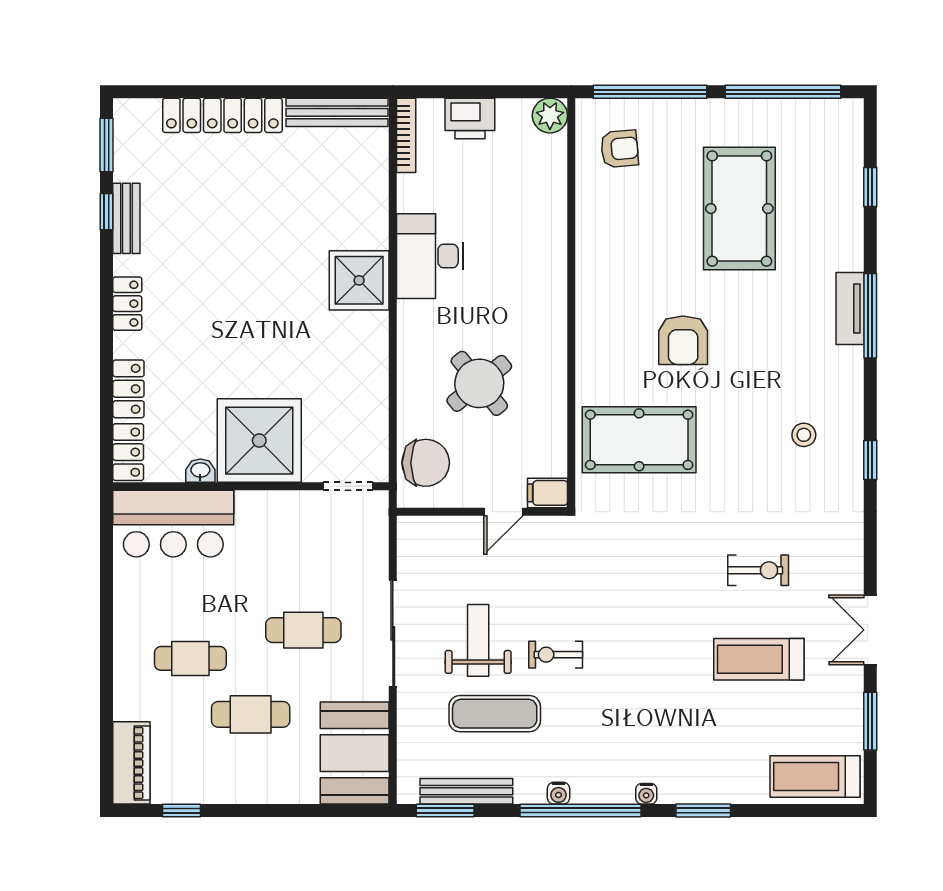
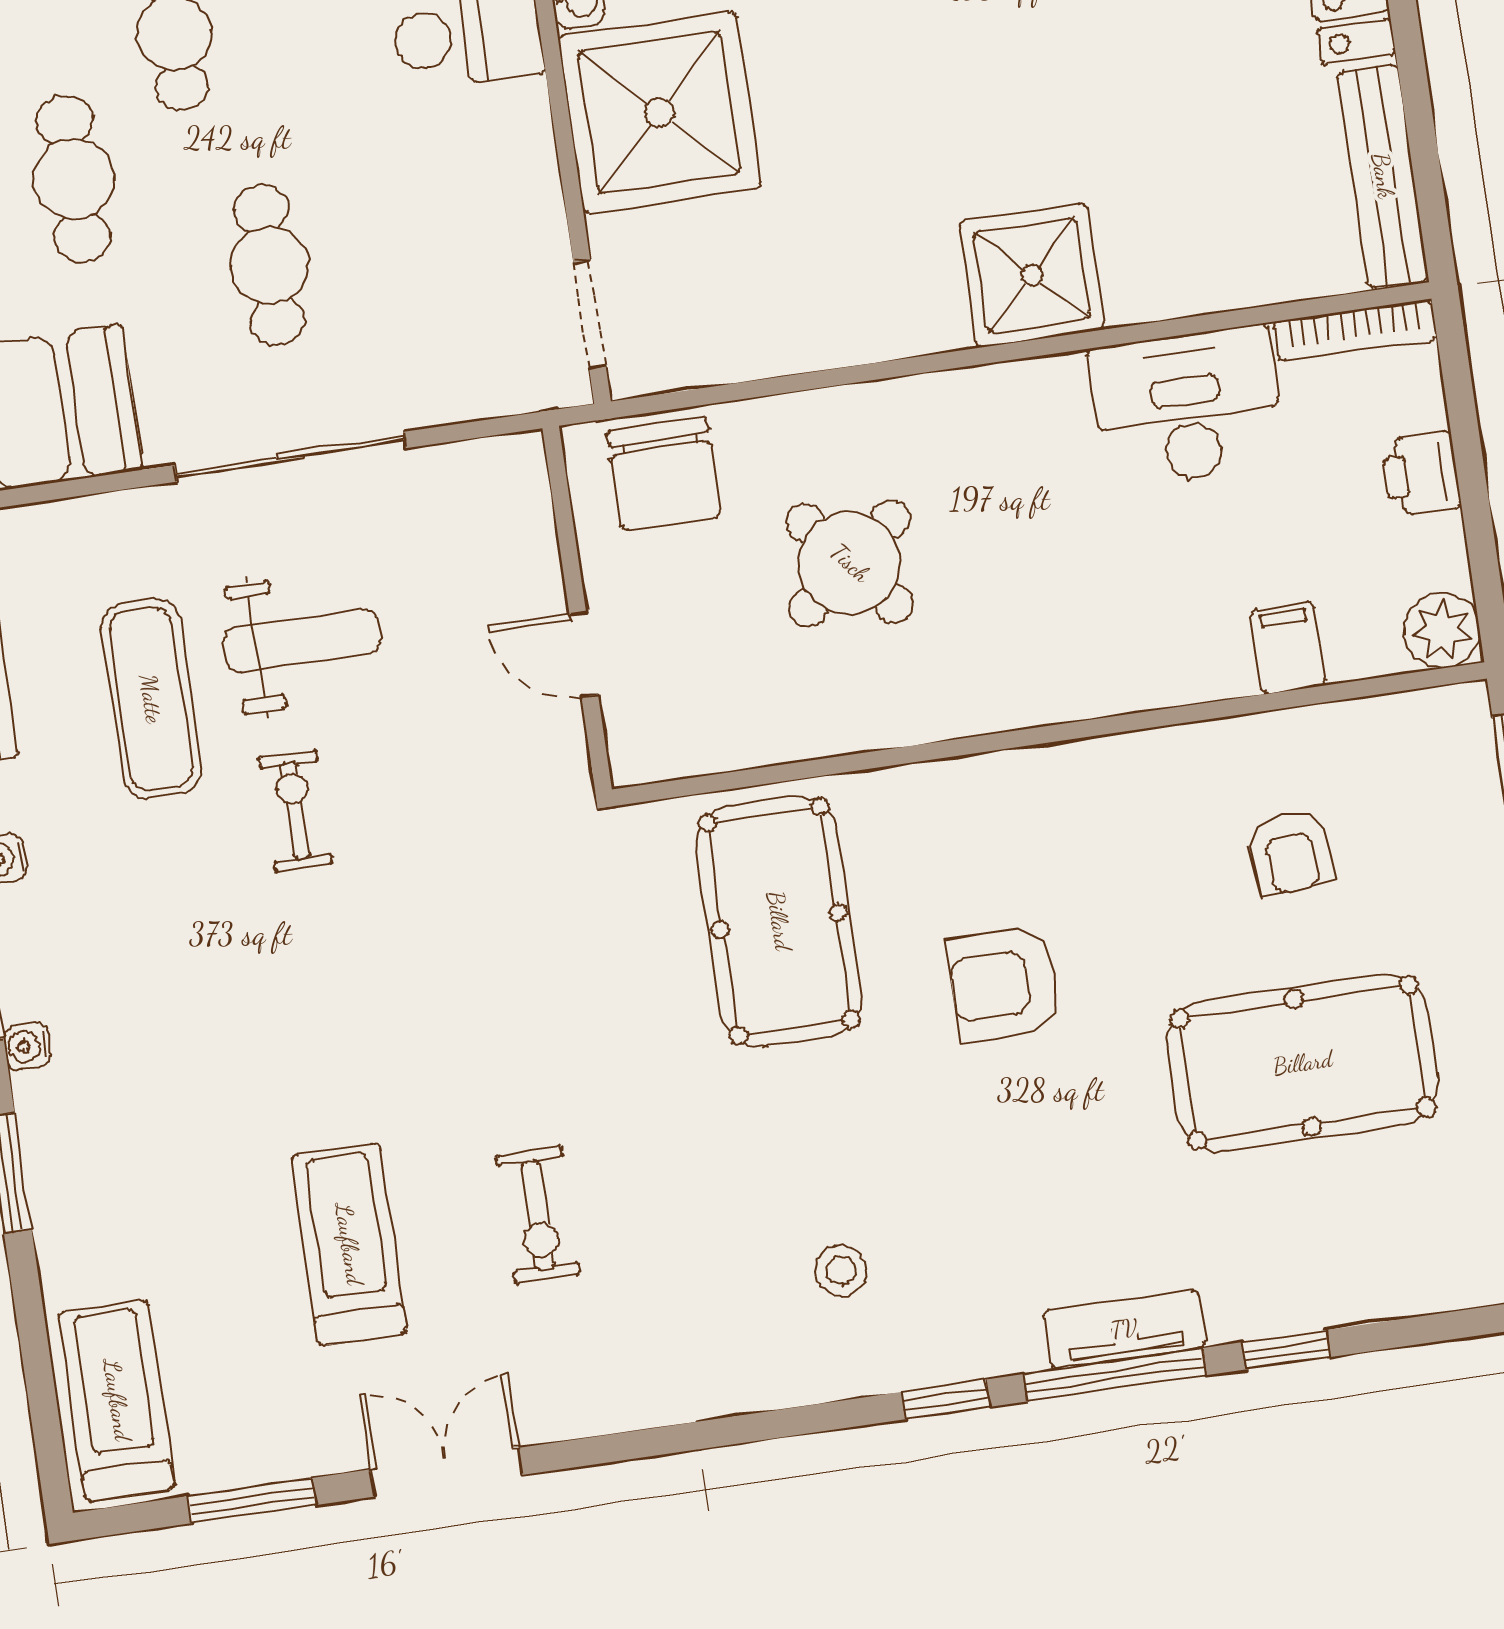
printer: (470, 118) -> (1421, 474), width x0.73, depth x0.81
armchair: (619, 149) -> (1290, 852), moved
window: (870, 187) -> (1286, 1350), moved
desk: (430, 256) -> (1187, 407), moved
window: (870, 460) -> (946, 1399), moved
filing cabinet: (548, 493) -> (1288, 648), moved

